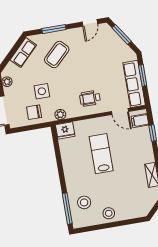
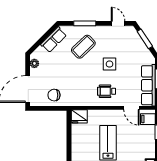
door: (90, 23) -> (118, 23), swing flipped
side table: (42, 91) -> (109, 64), moved
plant: (60, 115) -> (77, 101), removed

